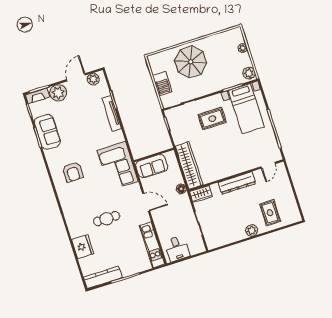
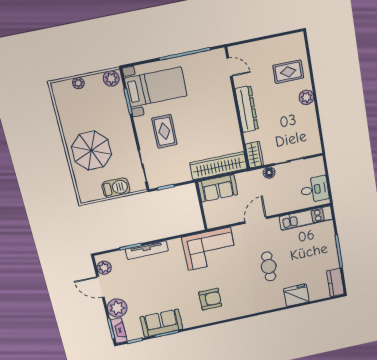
sofa: (152, 166) -> (218, 188), moved, turned 90
floor lamp: (181, 189) -> (269, 173), moved
kitchen counter: (103, 278) -> (335, 283), width x0.67

